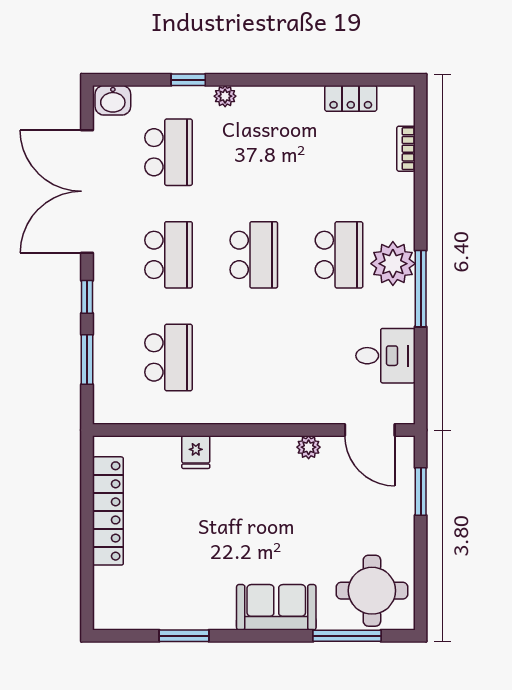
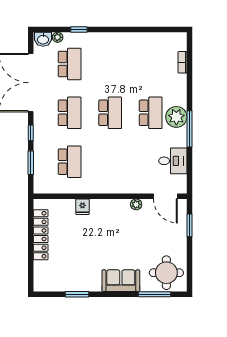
plant: (225, 96) -> (58, 37), moved
locker: (351, 98) -> (156, 38), removed

